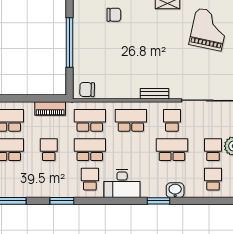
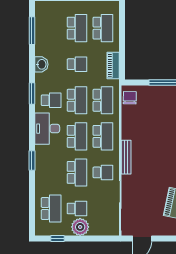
bench: (155, 94) -> (126, 157), width x1.36
school desk: (131, 150) -> (77, 136), added
school desk: (213, 179) -> (51, 209), width x1.85
washbasin: (175, 190) -> (41, 64), moved
window: (62, 201) -> (32, 93), moved

